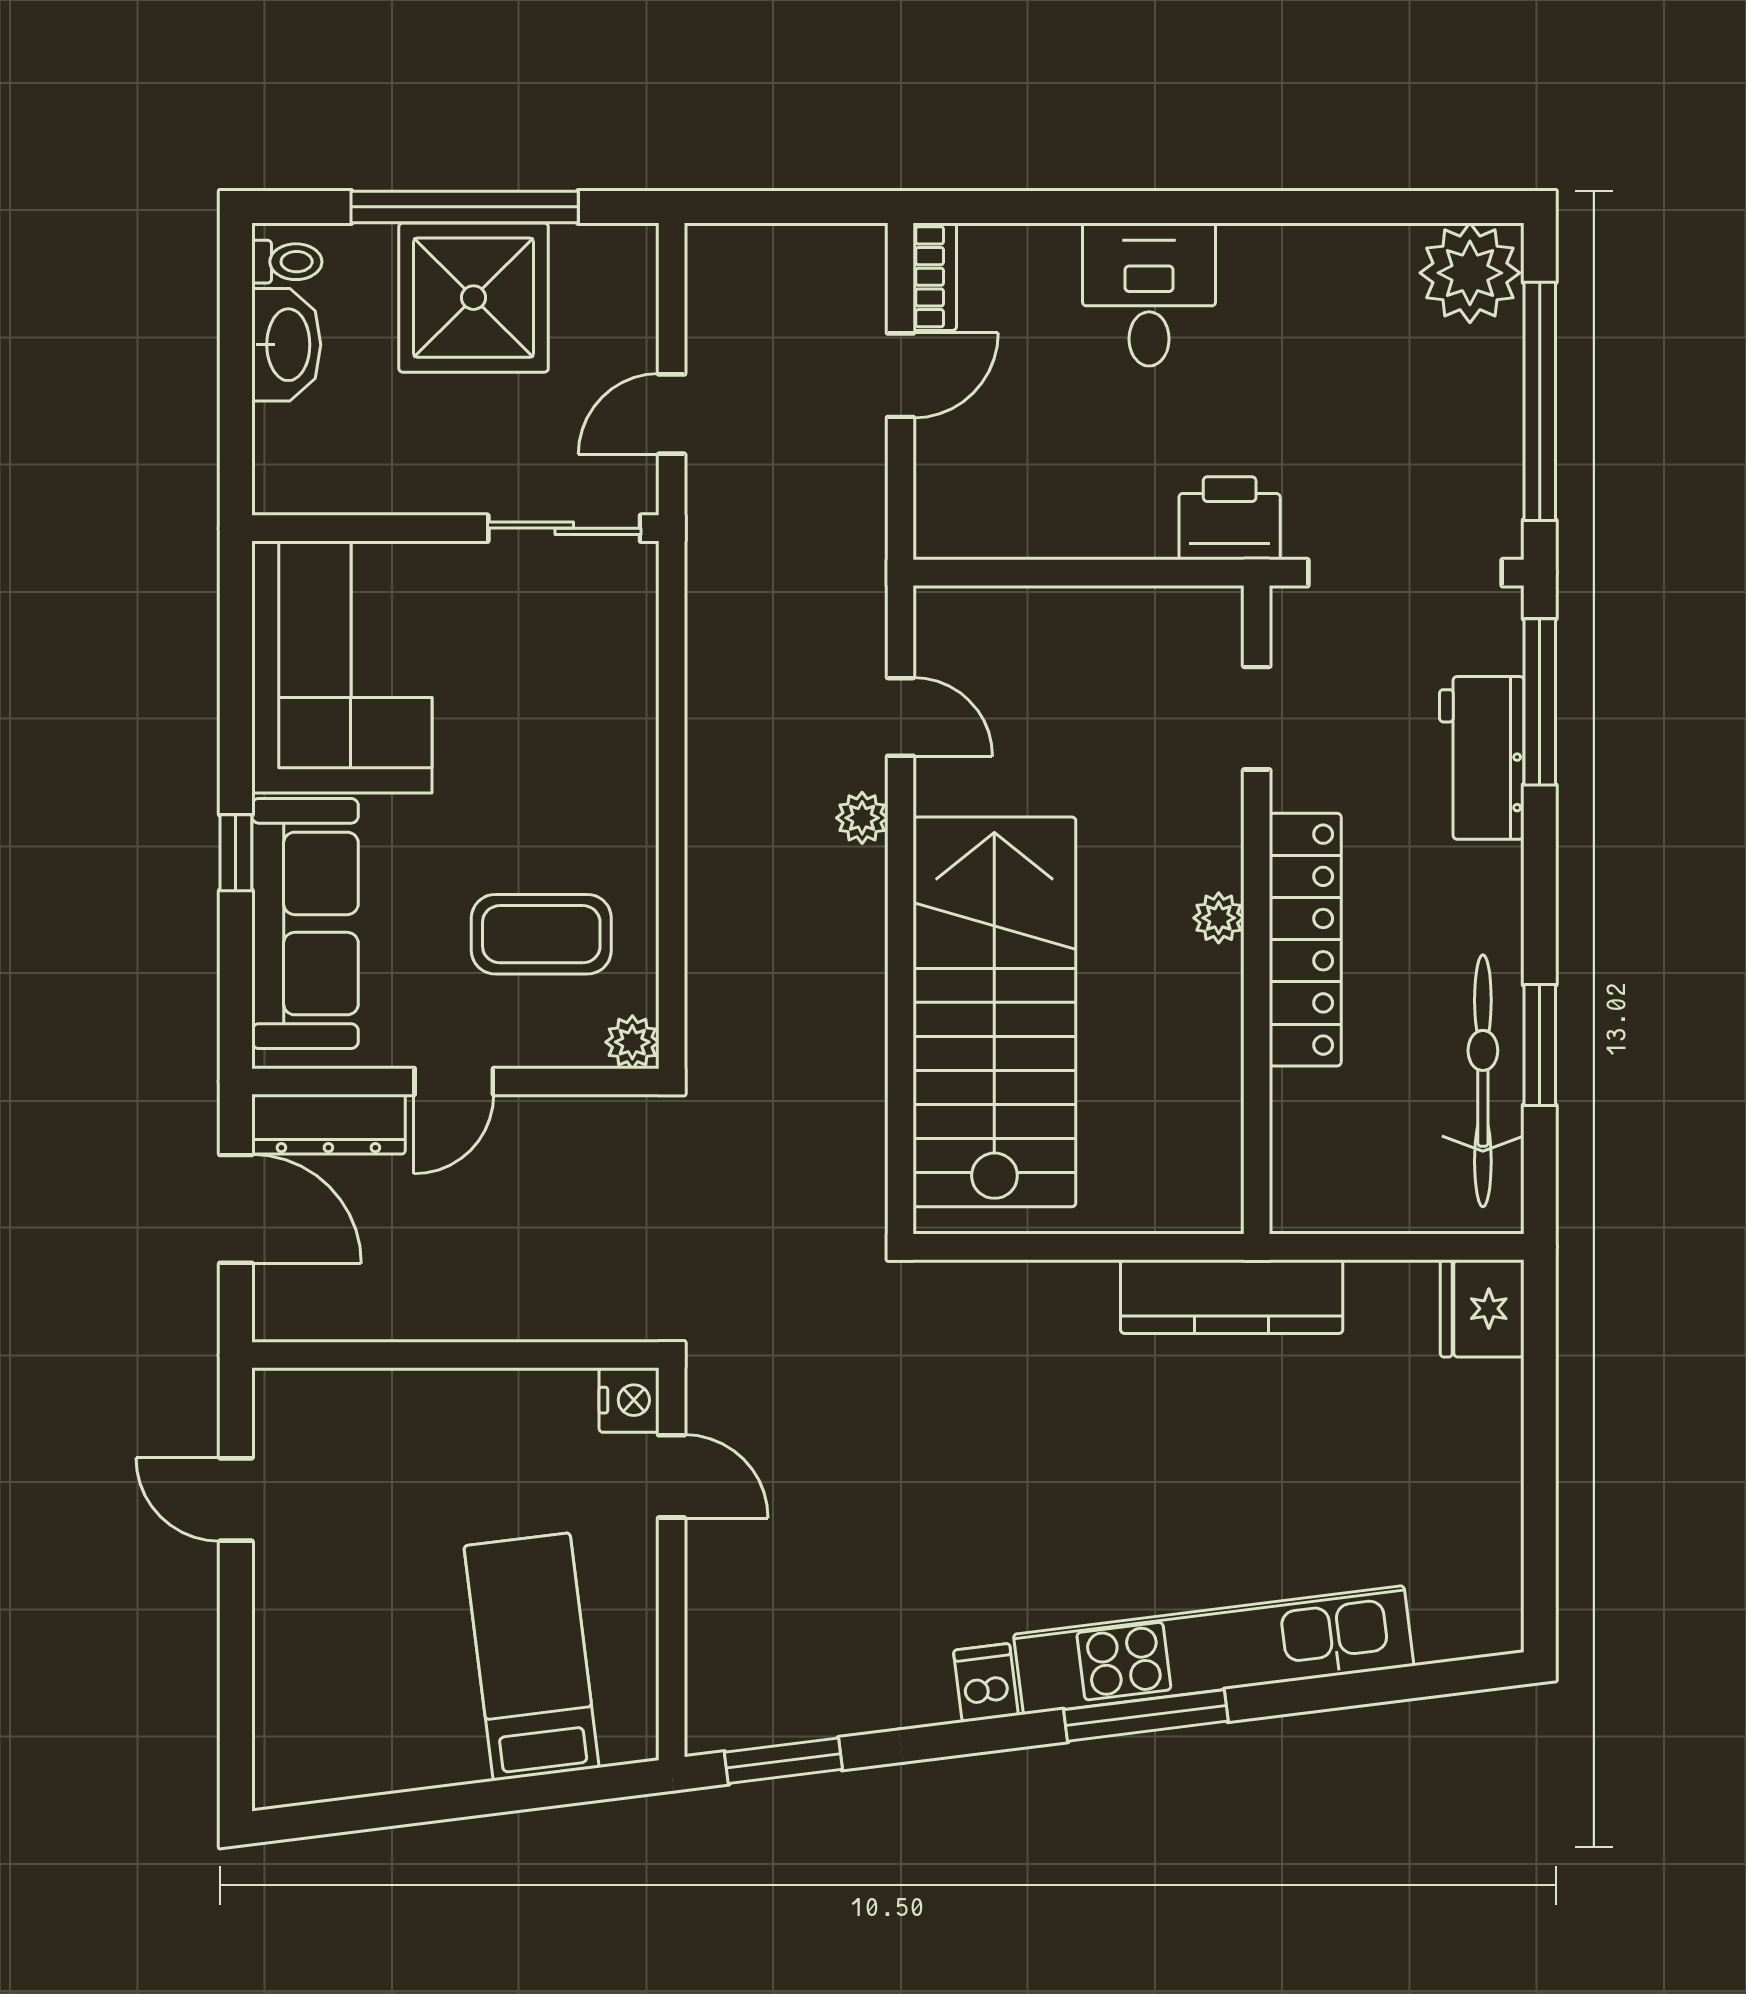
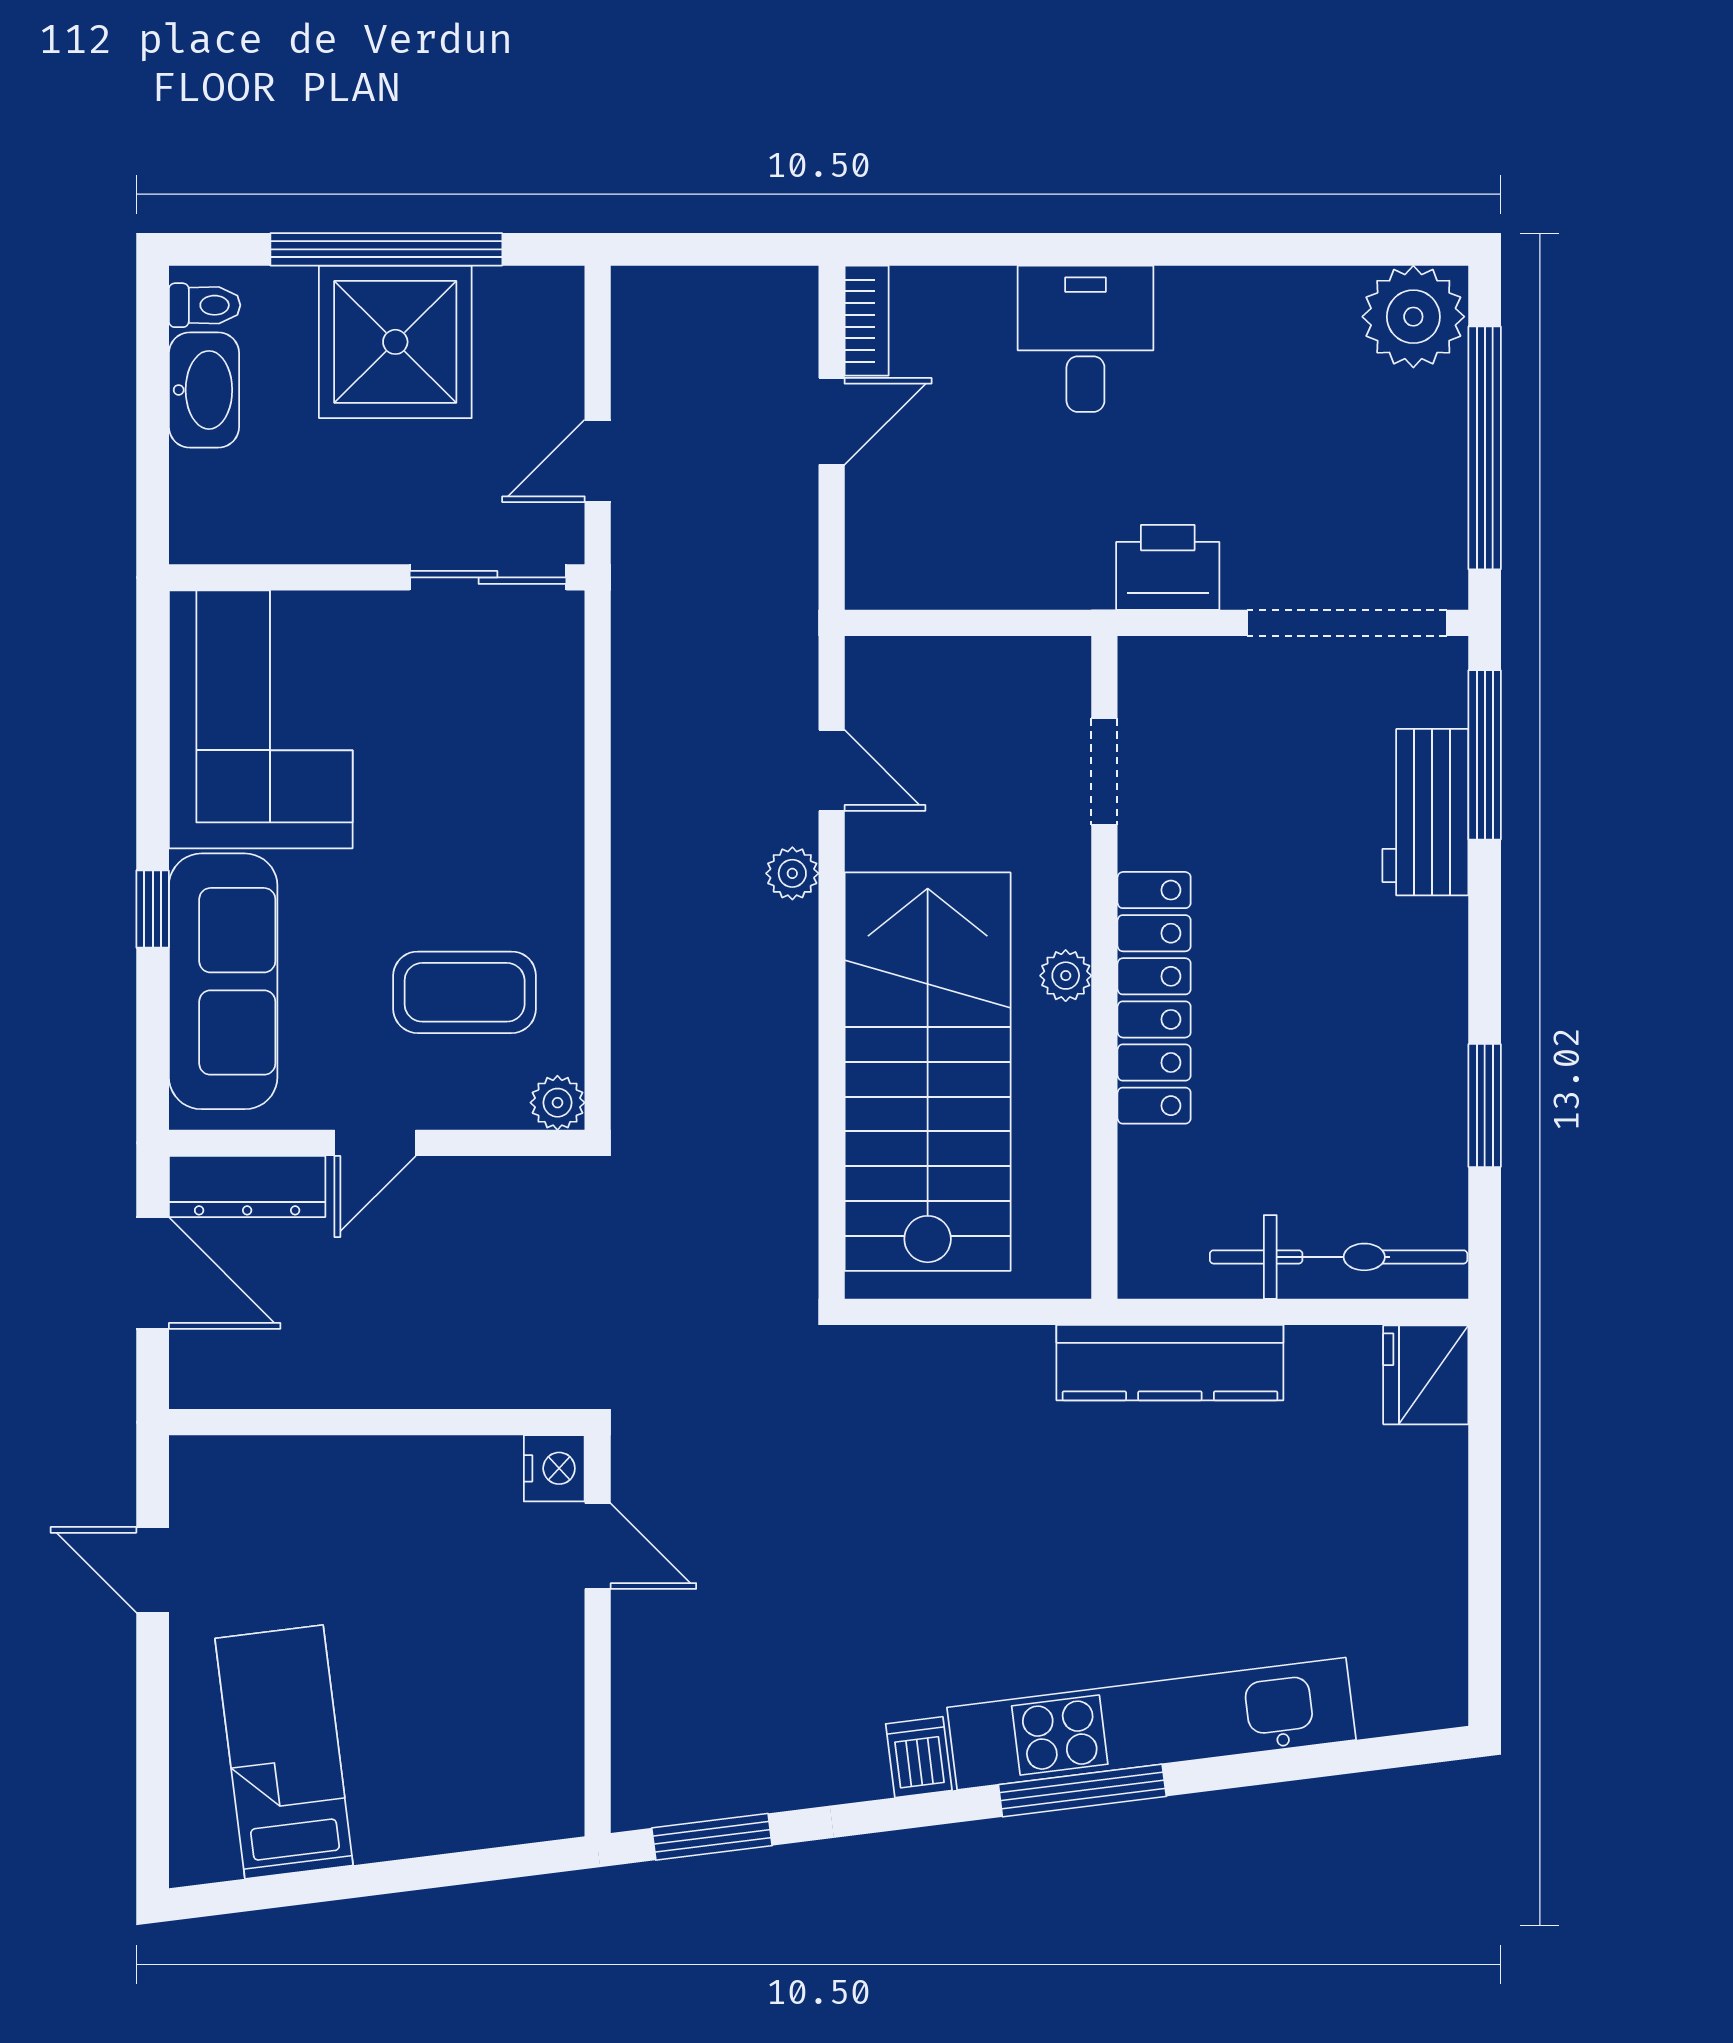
doorway: (1257, 718) -> (1104, 772), moved
wall: (1257, 910) -> (1104, 967), moved
plant: (1219, 918) -> (1066, 976), moved
locker: (1305, 940) -> (1154, 998), moved
bicycle: (1483, 1081) -> (1339, 1257), moved, turned 90
bed: (532, 1657) -> (284, 1752), moved

